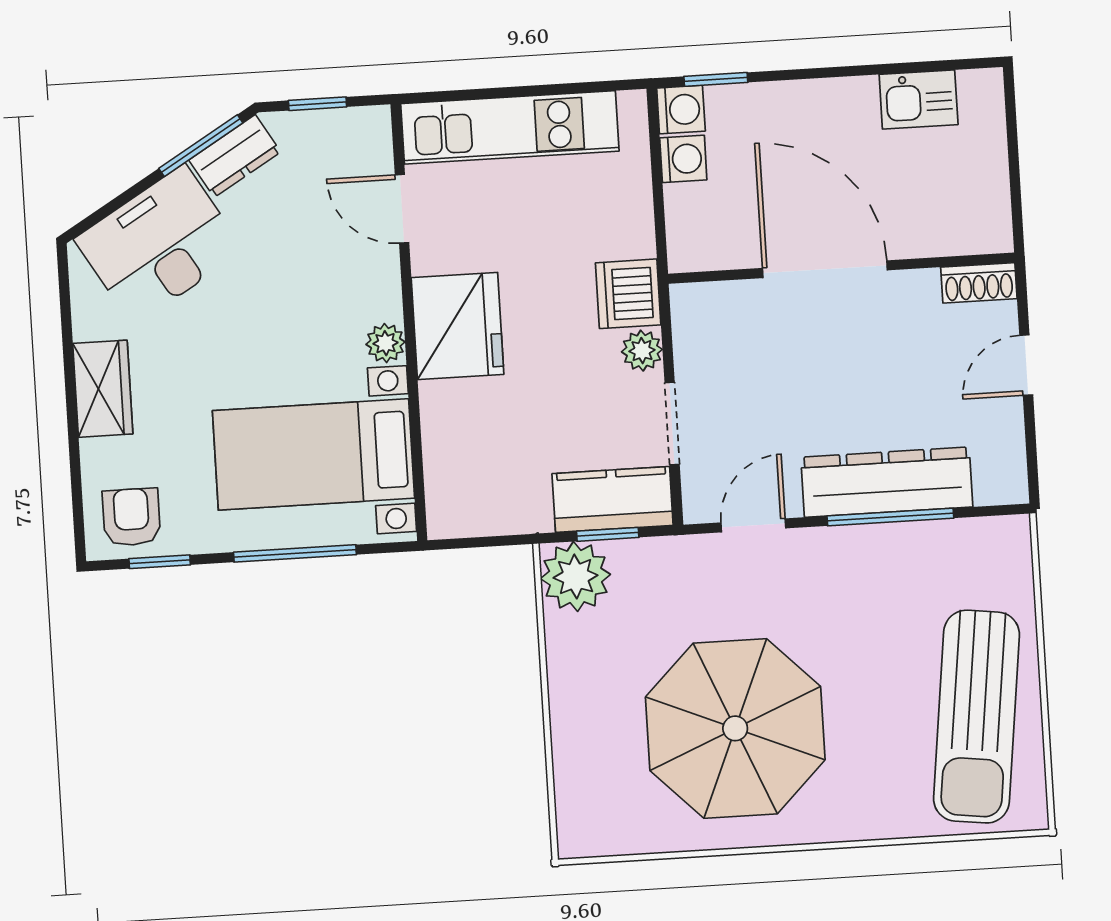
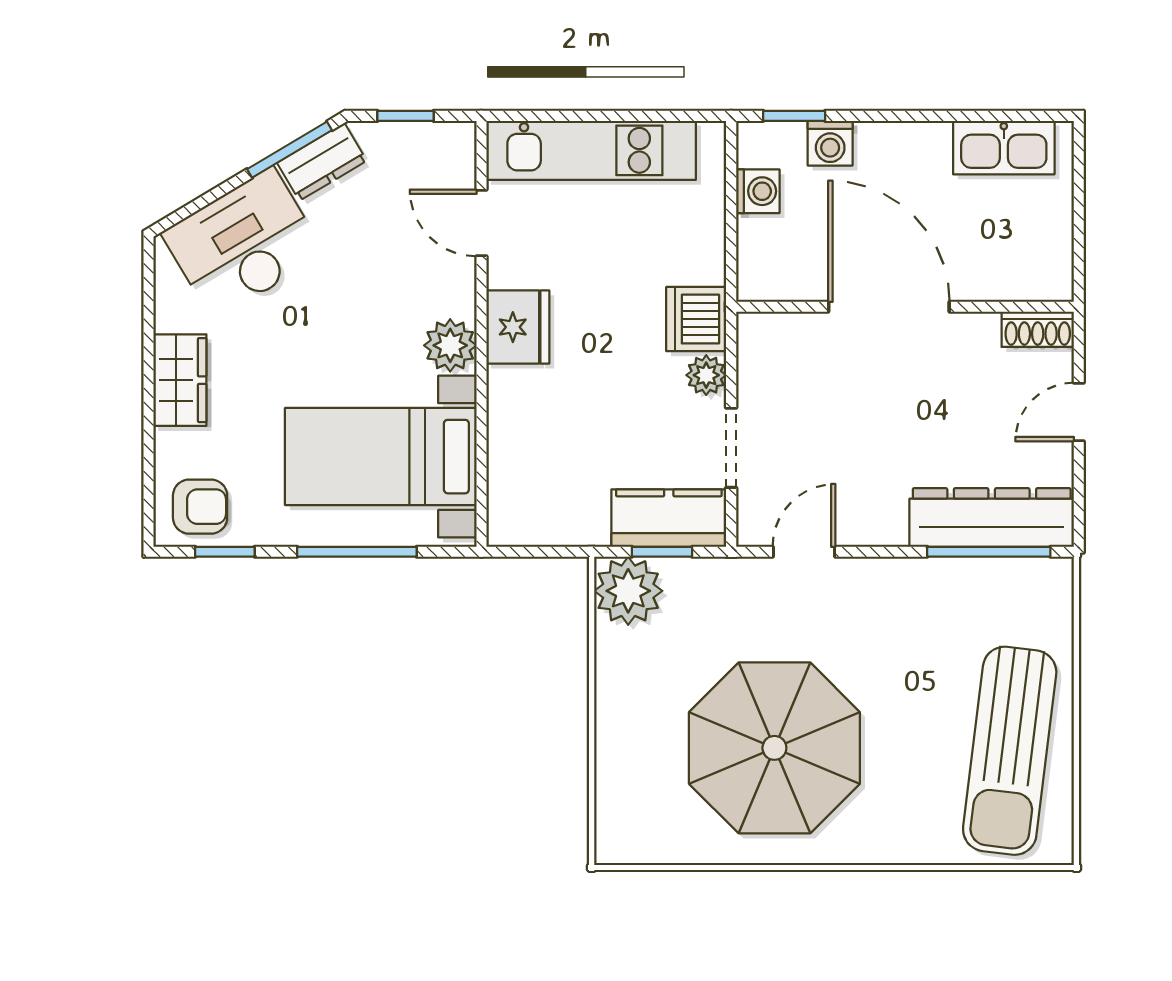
kitchen sink: (919, 100) -> (1004, 148), width x1.38
washing machine: (681, 110) -> (830, 143), moved, turned 90
fridge: (458, 326) -> (518, 327), width x0.73, depth x0.75
plant: (385, 343) -> (450, 345), width x1.38, depth x1.38
dresser: (887, 482) -> (992, 517), moved
armchair: (131, 517) -> (200, 507), turned 90
window: (890, 517) -> (989, 552), moved

